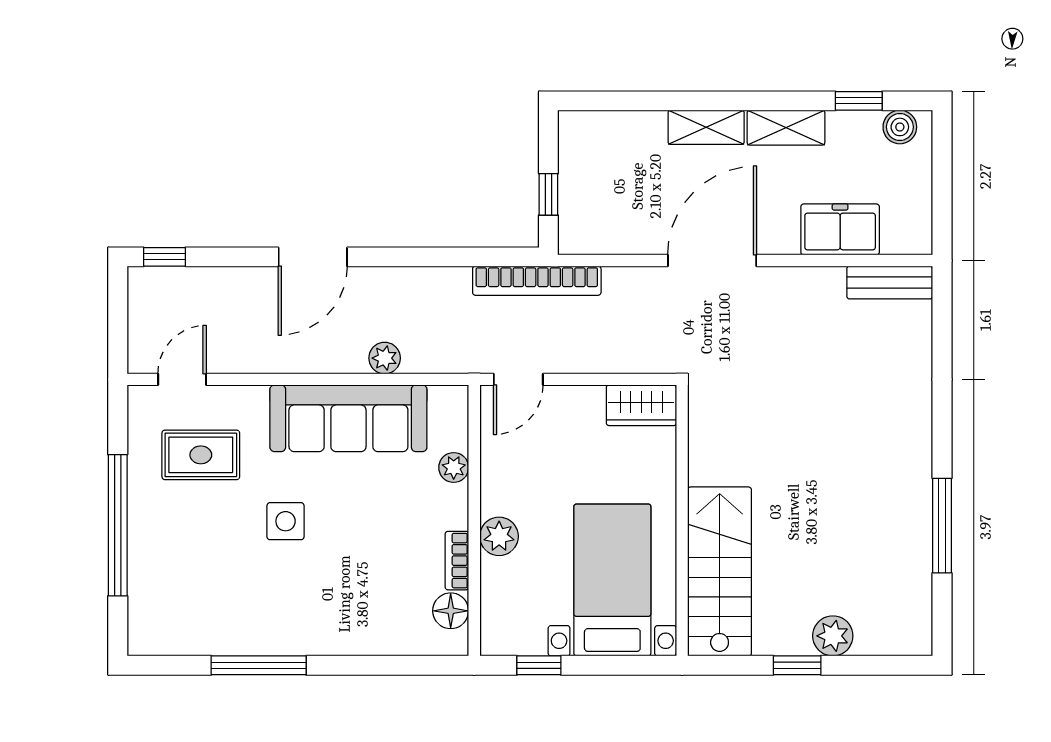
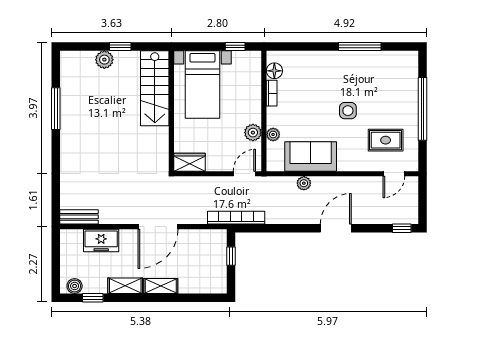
sofa: (348, 418) -> (311, 156), width x0.73
plant: (499, 536) -> (253, 133), moved

